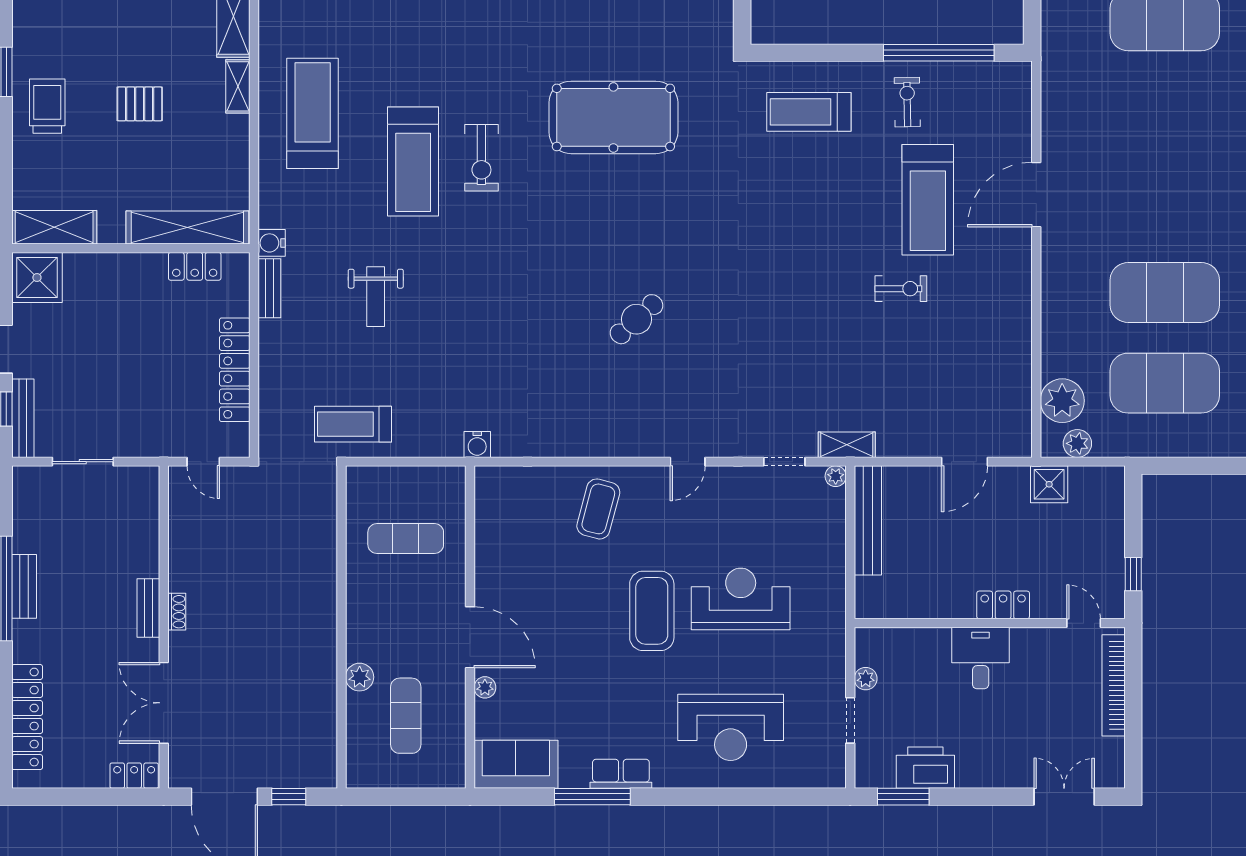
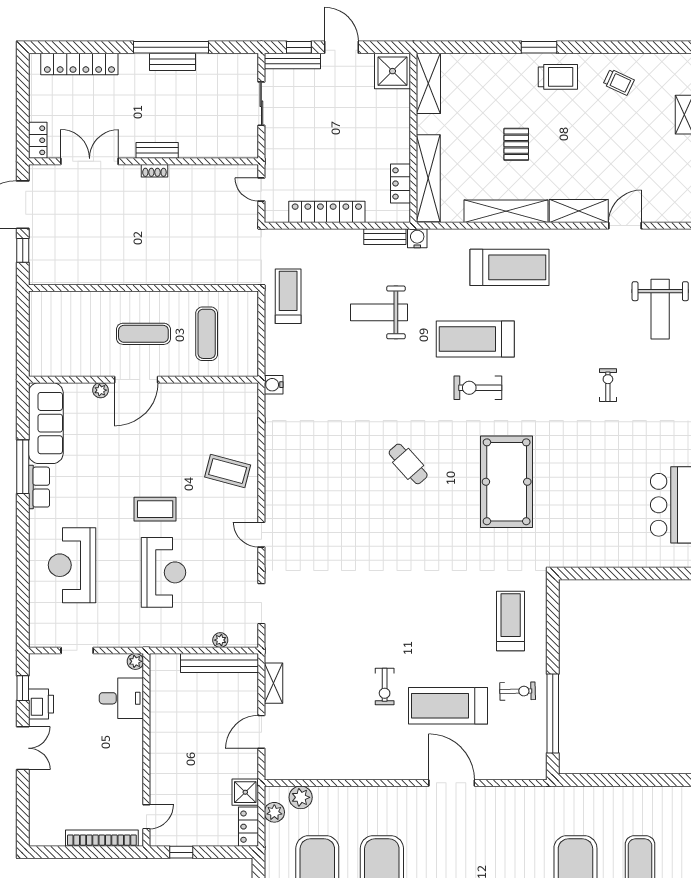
shelving: (238, 86) -> (506, 211), width x2.20, depth x1.33
trolley: (47, 106) -> (558, 77), moved
weight bench: (376, 297) -> (379, 312), width x1.36, depth x1.33
cafe table: (637, 319) -> (408, 464), moved
plant: (1062, 401) -> (301, 797), width x0.73, depth x0.73
shelving: (847, 445) -> (273, 683), moved
door: (203, 462) -> (261, 190), hinge flipped
doorway: (784, 462) -> (261, 604), width x1.38
door: (964, 462) -> (261, 732), hinge flipped
plant: (836, 476) -> (220, 640), moved
locker: (1003, 605) -> (249, 827), moved, turned 180
coffee table: (652, 611) -> (155, 509), width x0.73, depth x0.76
desk: (981, 658) -> (121, 698), moved
plant: (360, 677) -> (108, 301), removed
plant: (866, 679) -> (135, 661), moved
exercise mat: (406, 716) -> (143, 334), moved
sofa: (516, 764) -> (46, 423), width x1.36
printer: (925, 768) -> (41, 704), width x0.73, depth x0.84
window: (903, 797) -> (23, 688), width x0.67
double door: (1064, 797) -> (23, 748), moved

